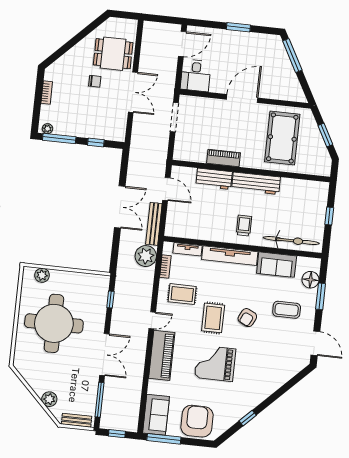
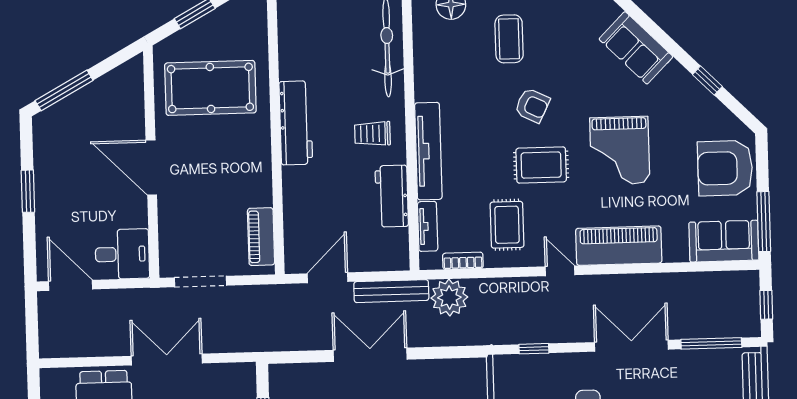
piano: (224, 158) -> (261, 237), moved
workbench: (214, 179) -> (392, 196), moved, turned 180
sofa: (277, 265) -> (636, 48), moved, turned 135

